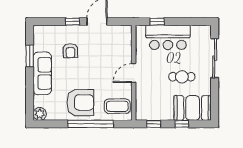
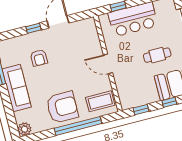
door: (134, 73) -> (108, 64), hinge flipped

